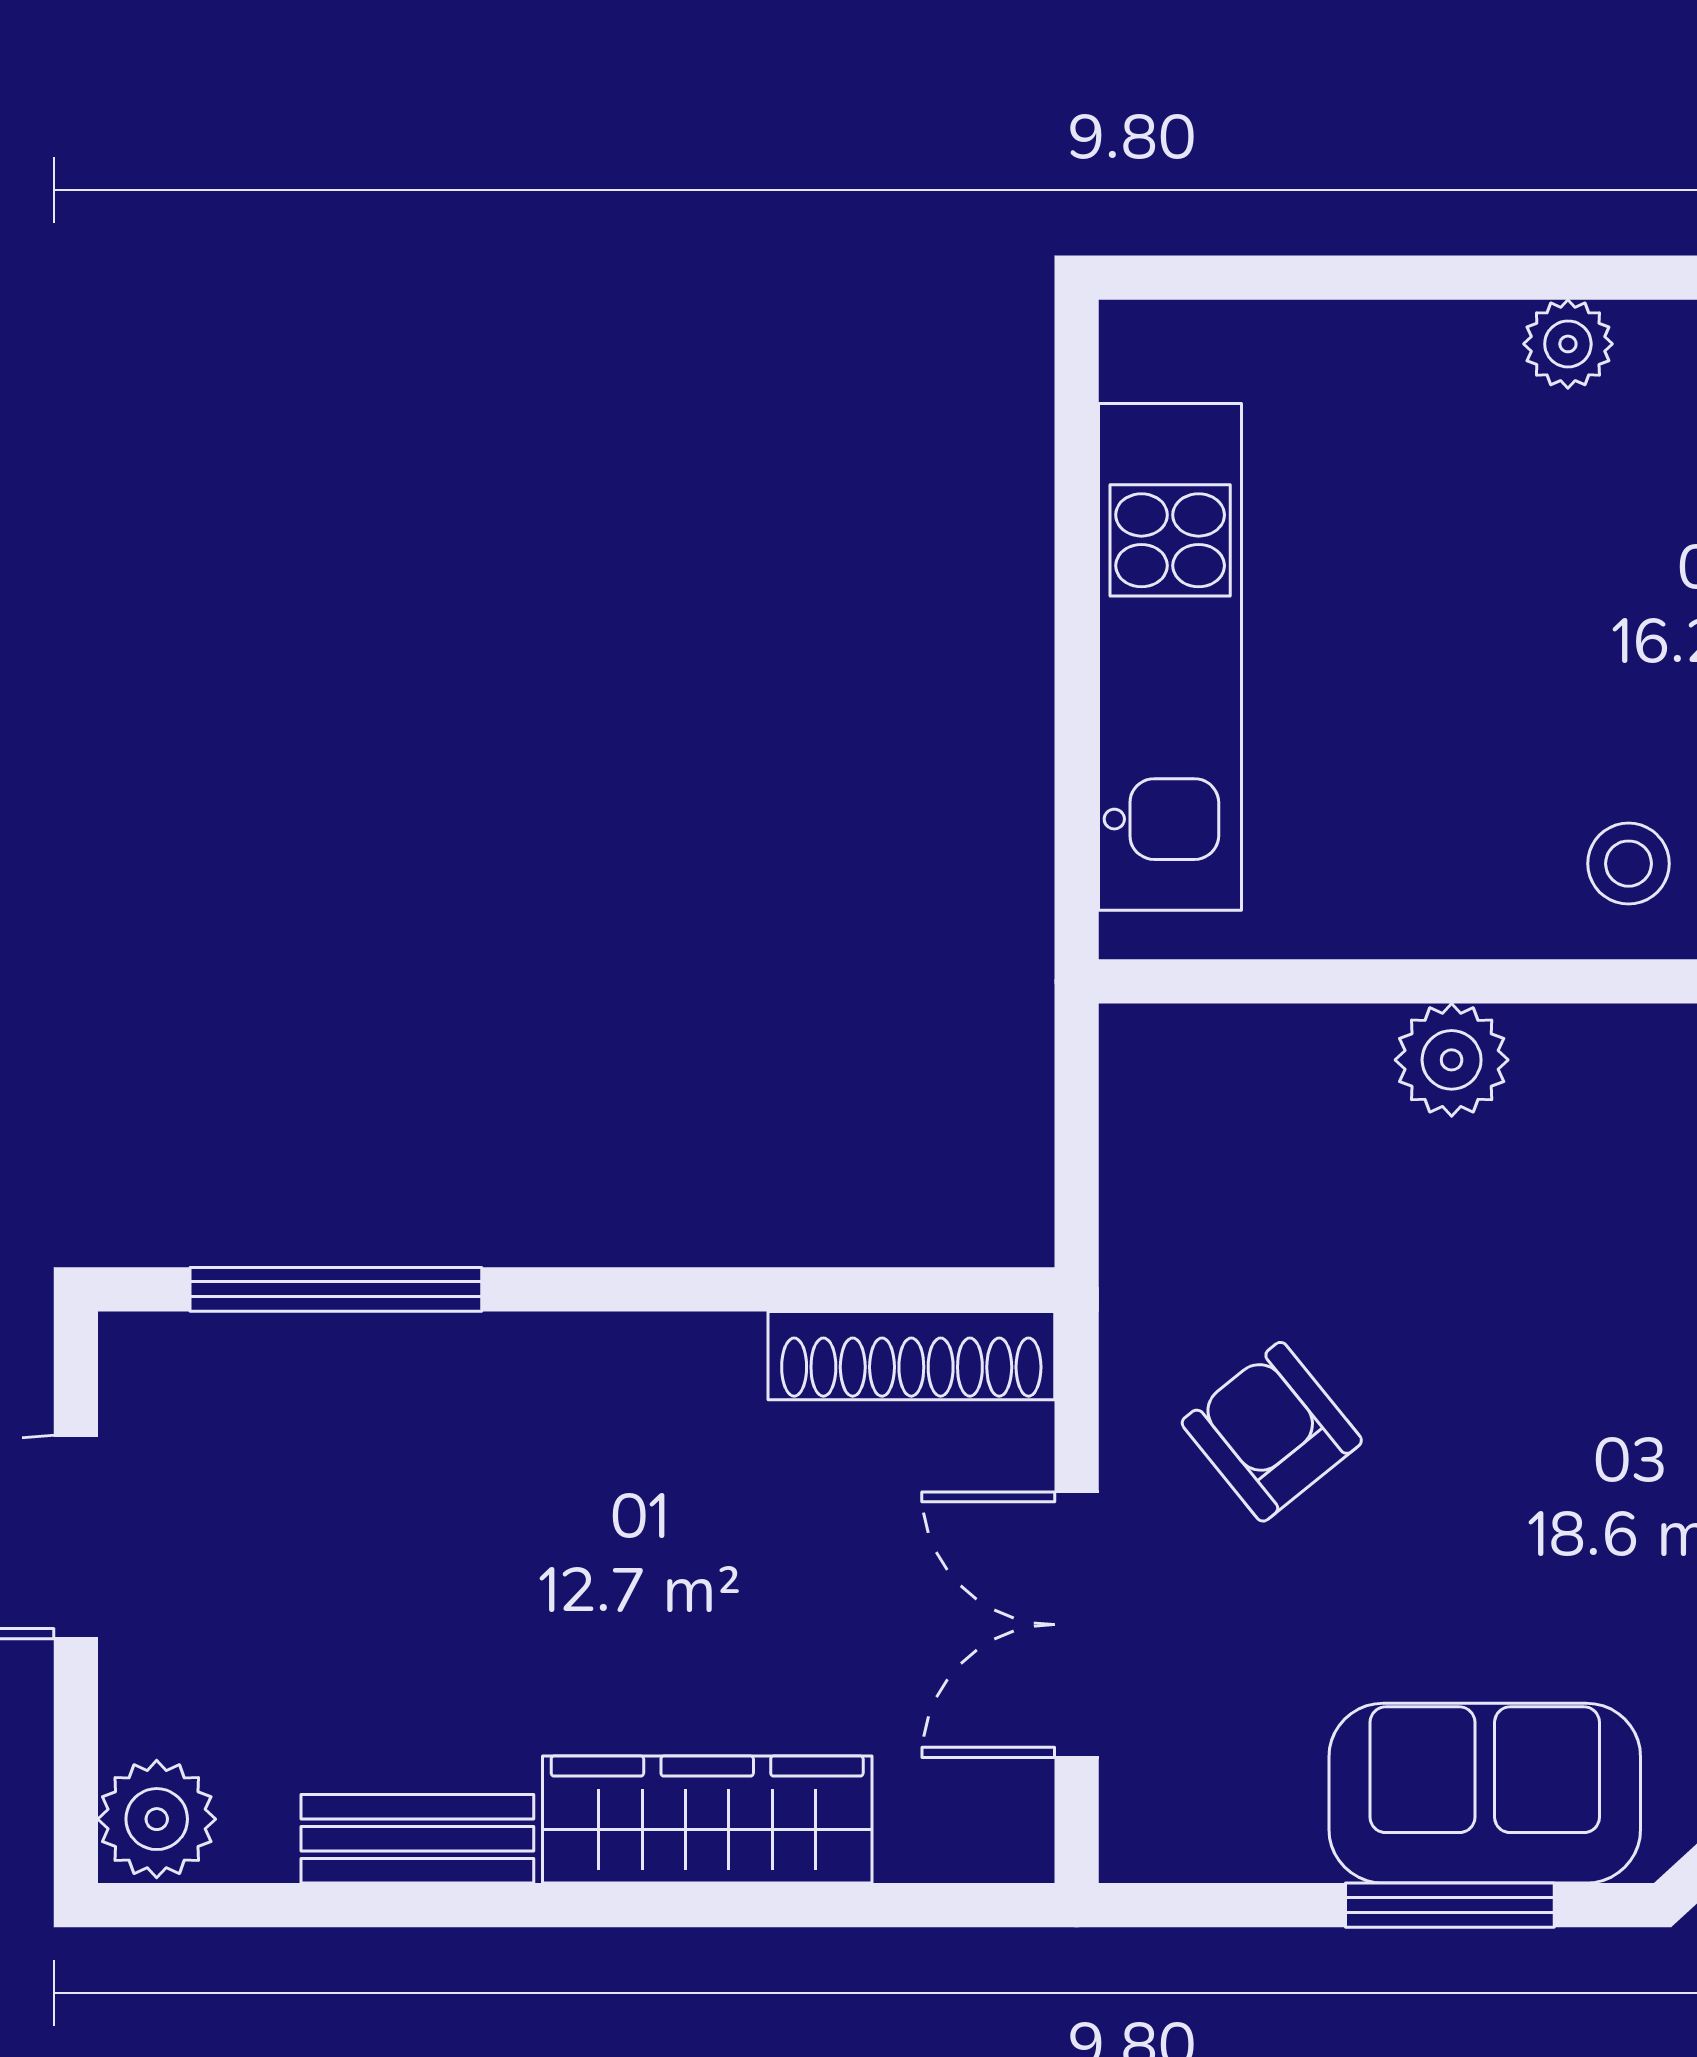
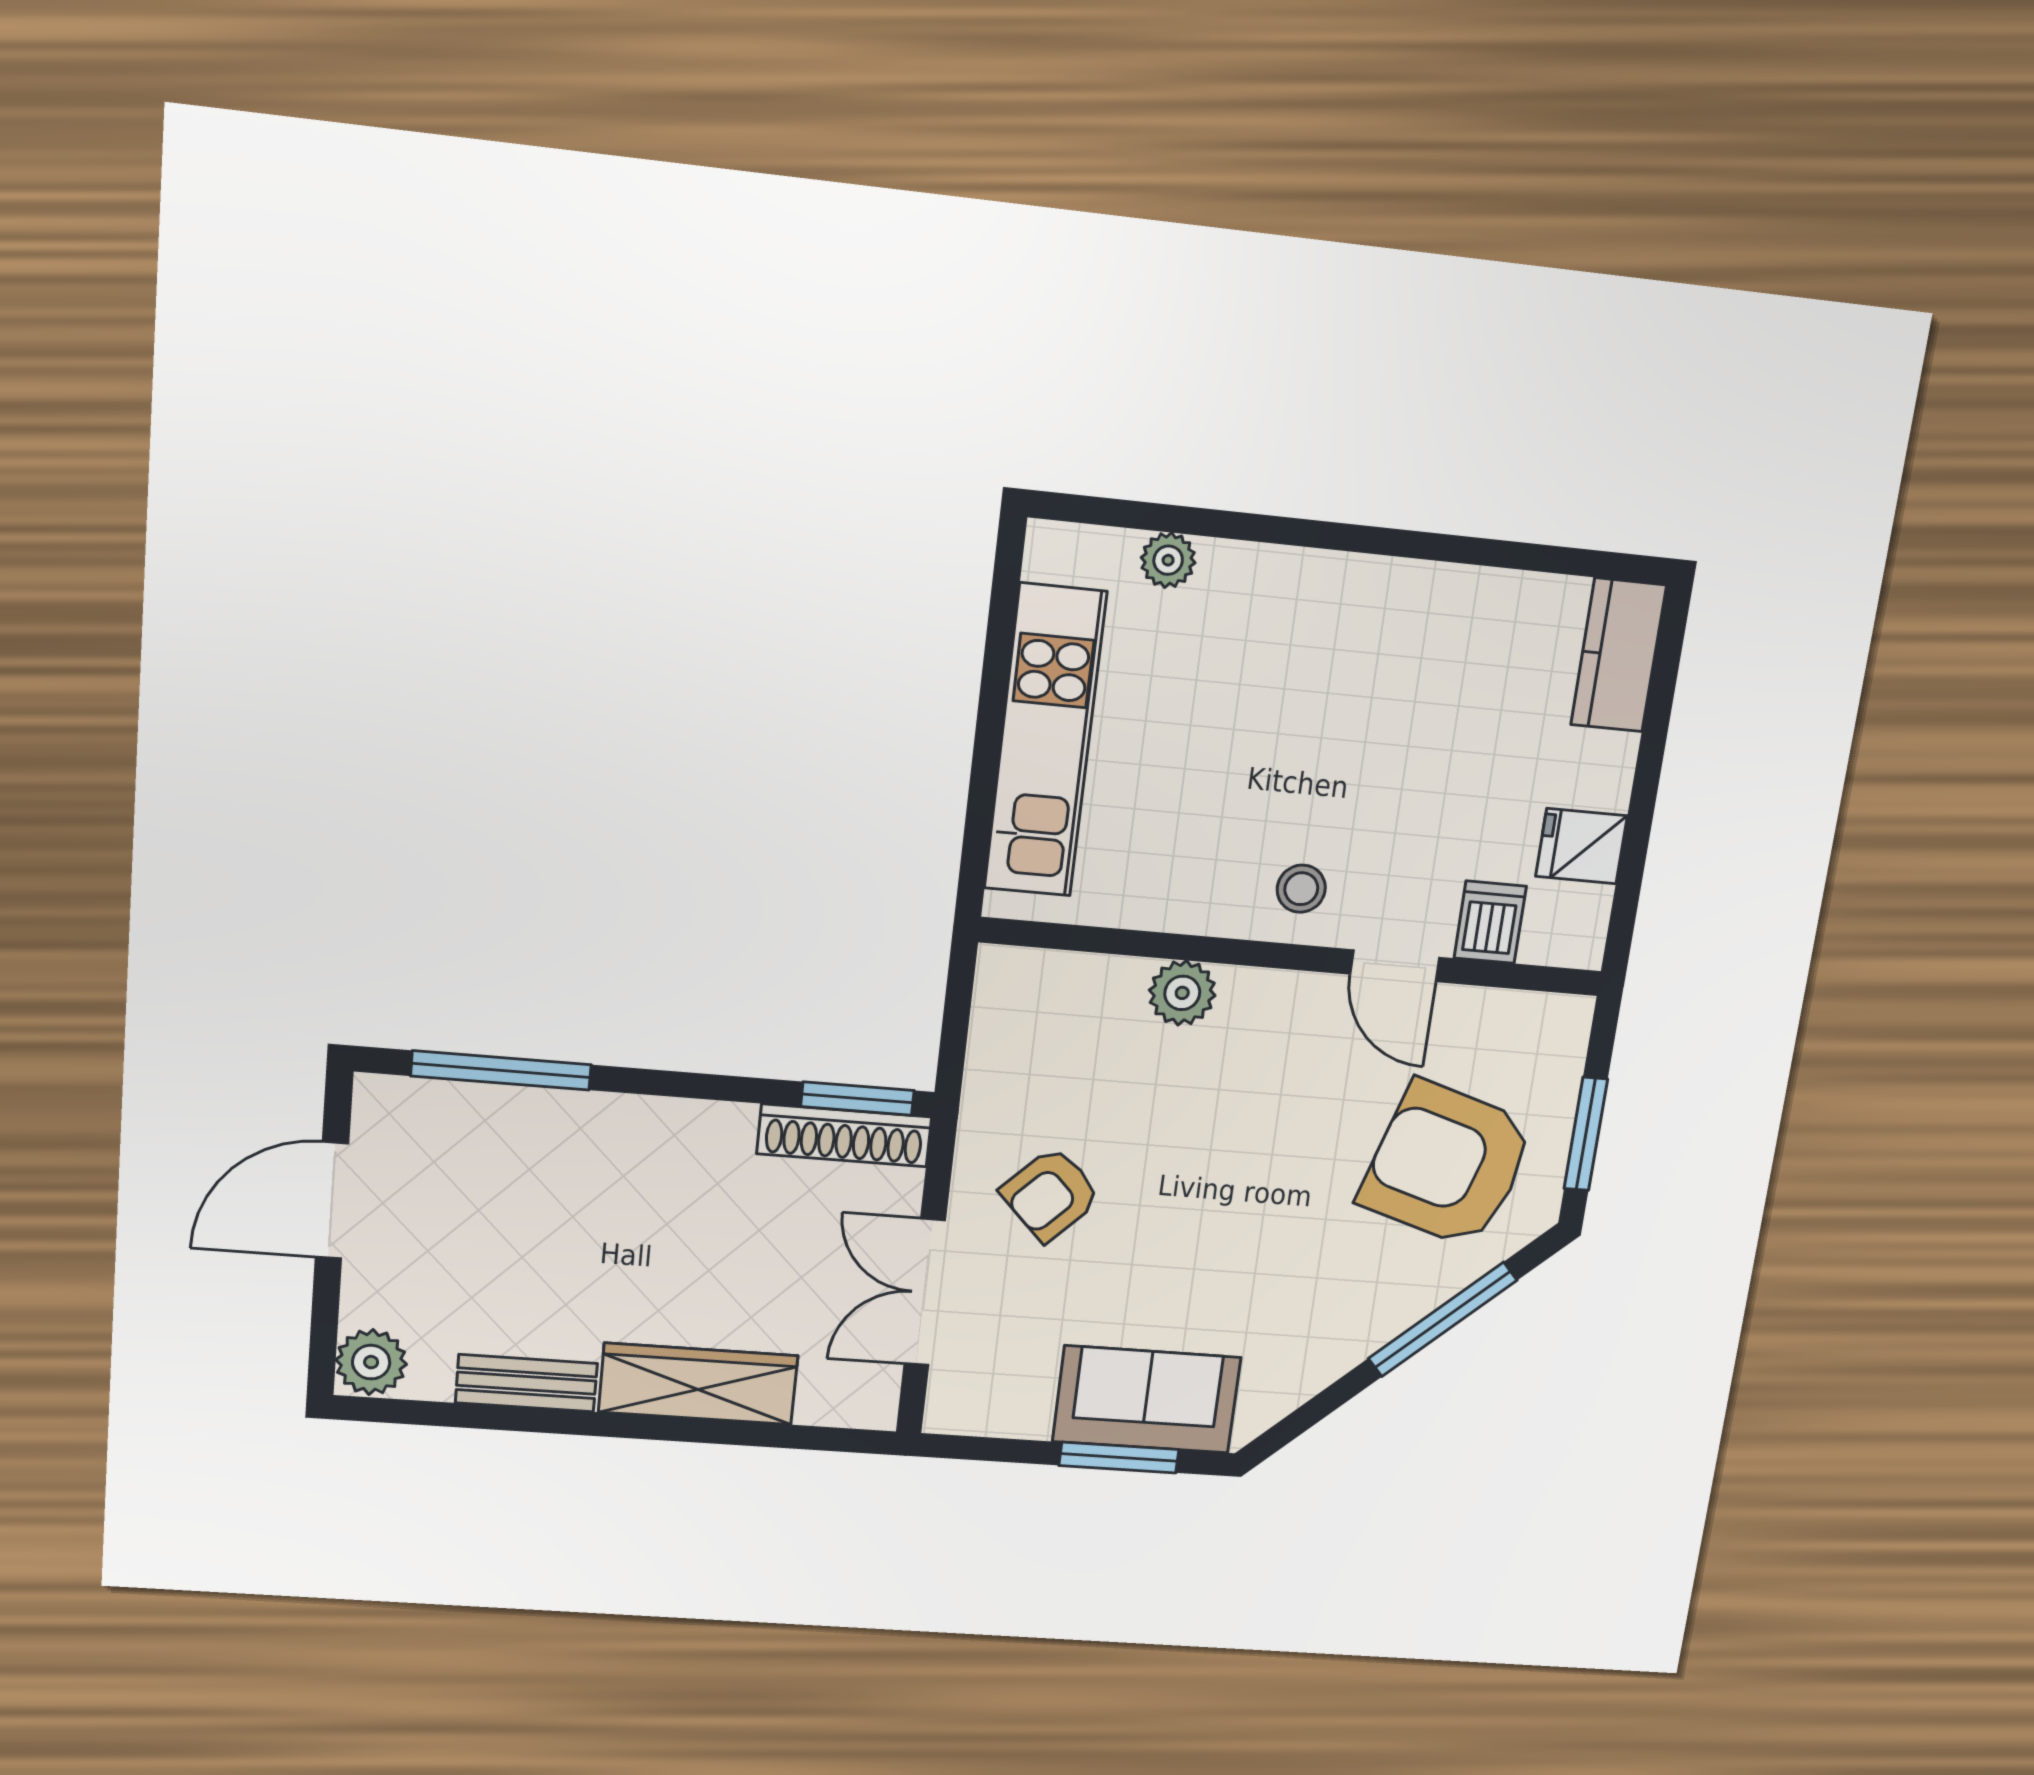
plant: (1568, 344) -> (1168, 560), moved
window: (927, 1289) -> (857, 1099), added
armchair: (1272, 1432) -> (1051, 1194), turned -96

